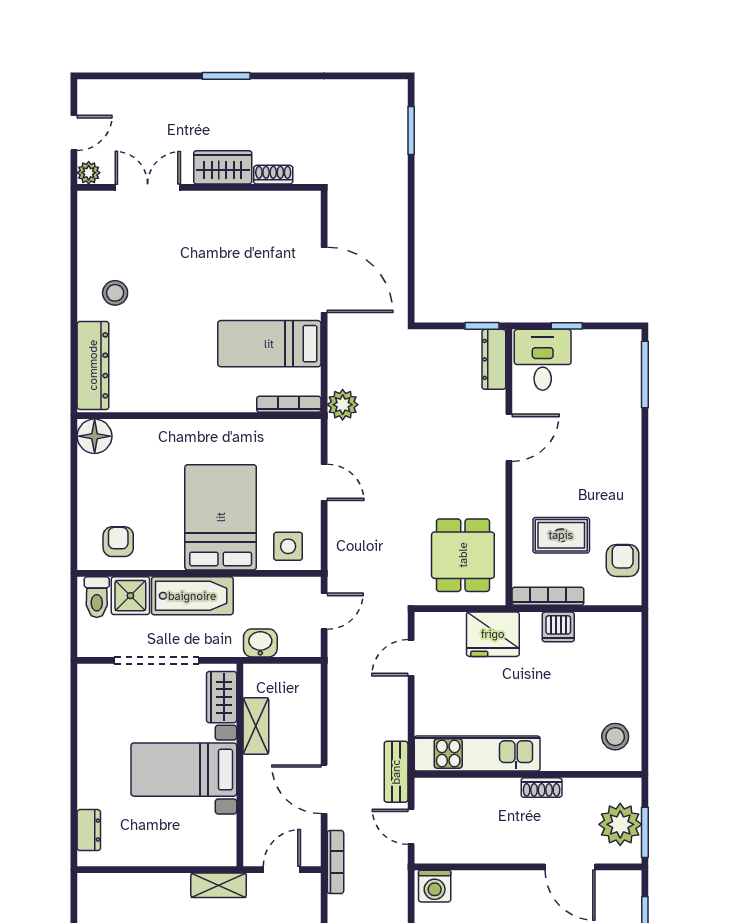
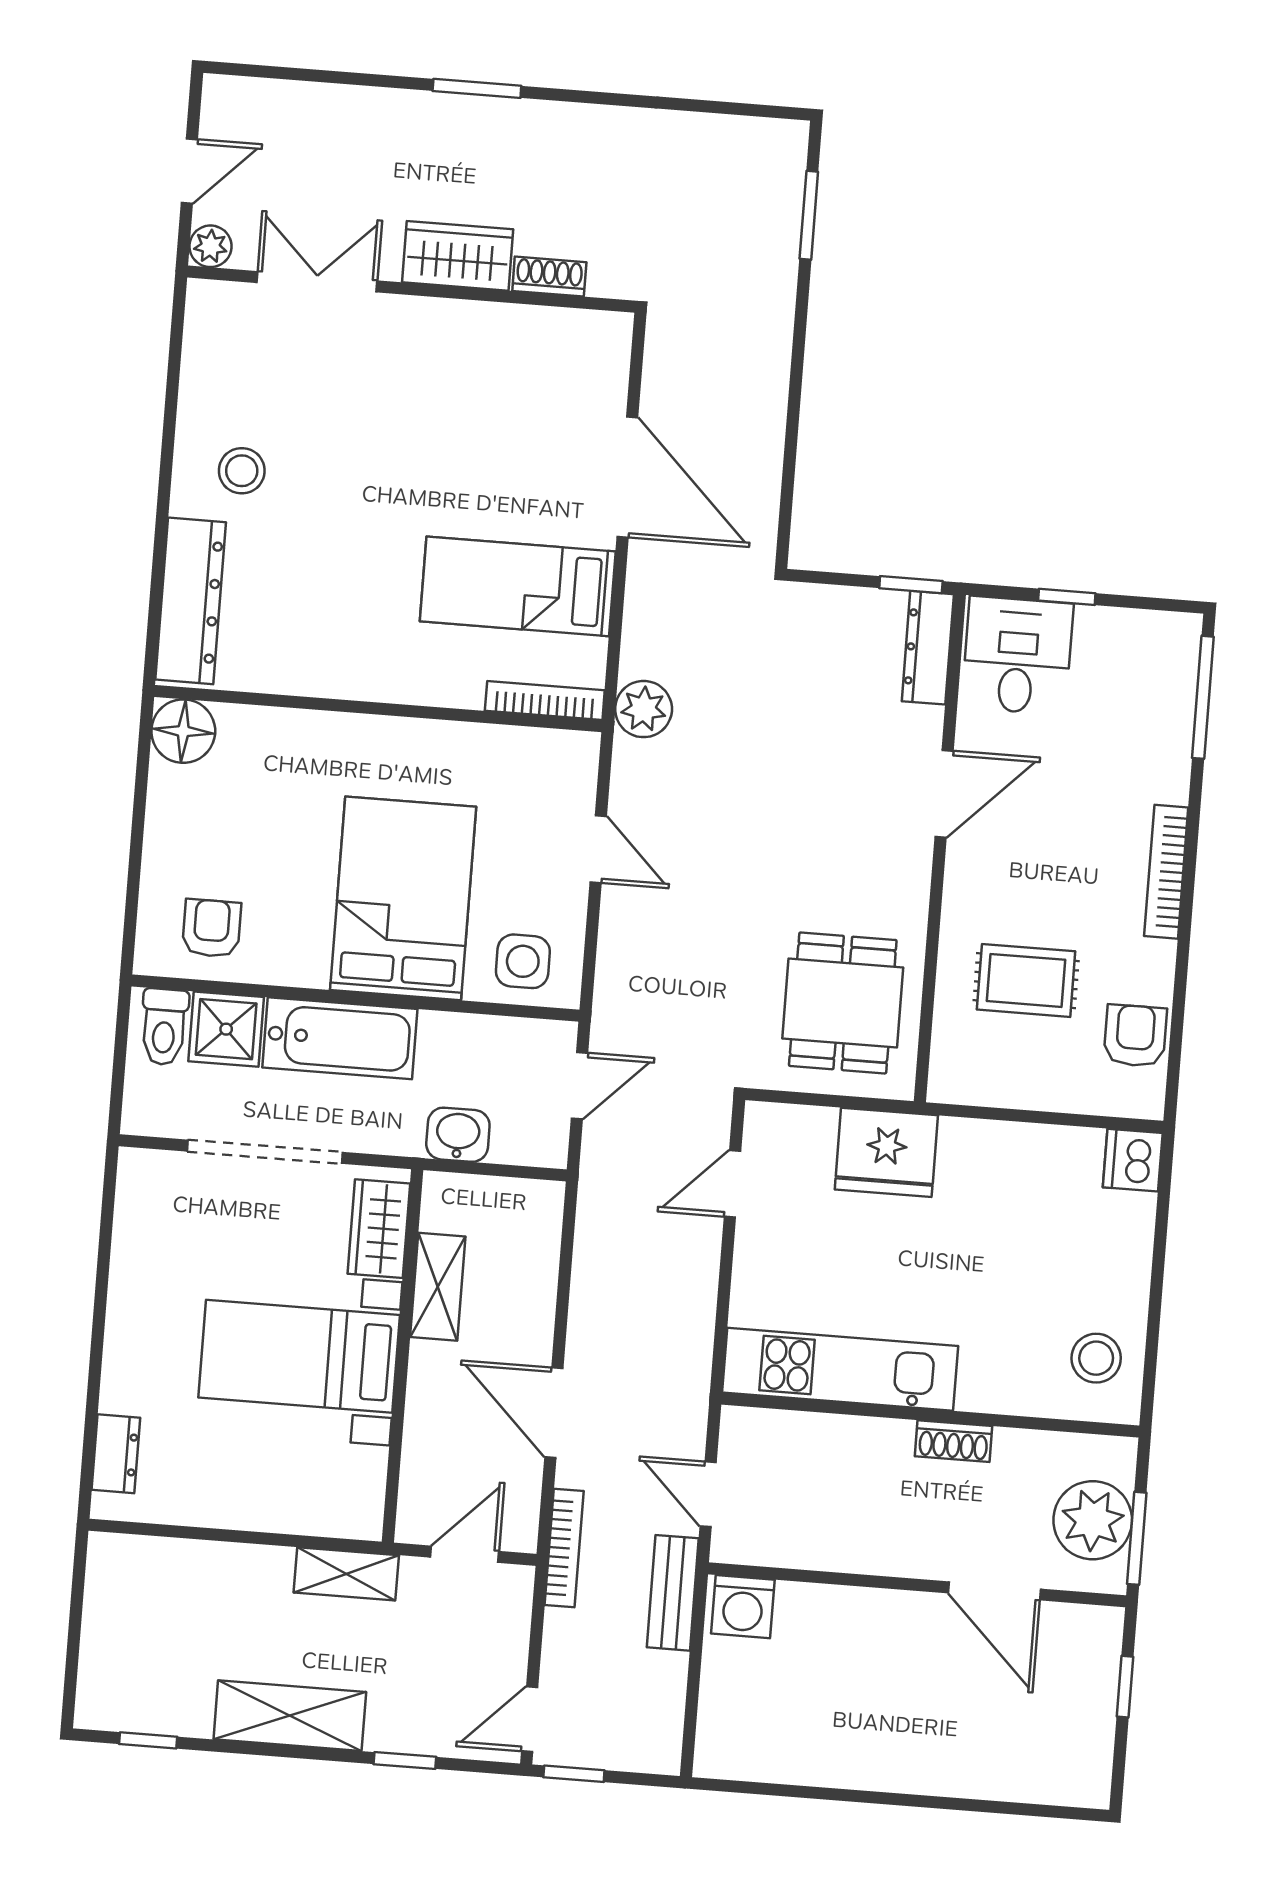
bookcase: (548, 596) -> (1166, 872), moved, turned -90
dishwasher: (558, 627) -> (1133, 1160), moved, turned 90
bench: (396, 772) -> (673, 1593), moved

